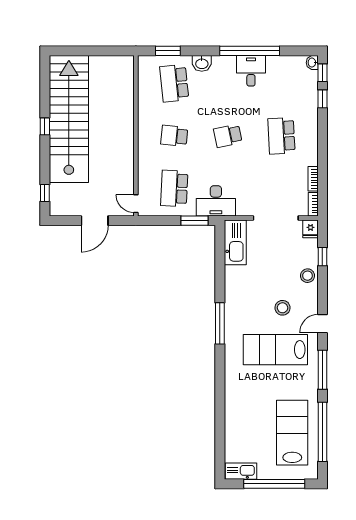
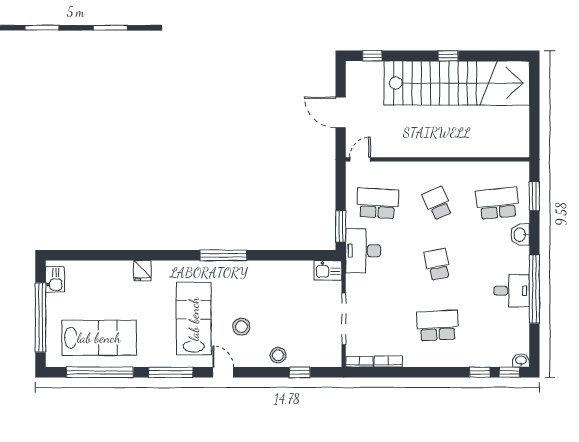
school desk: (174, 136) -> (437, 203), turned -30
fridge: (310, 229) -> (142, 271), moved, turned -90
kitchen sink: (235, 242) -> (328, 270), width x0.53, depth x0.81
kitchen sink: (241, 471) -> (55, 279), width x0.73

